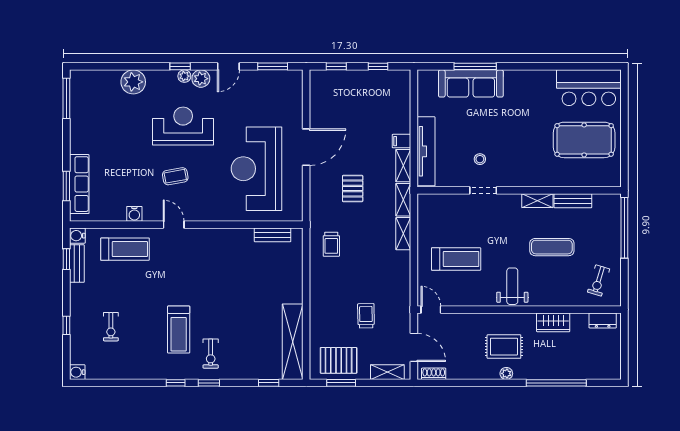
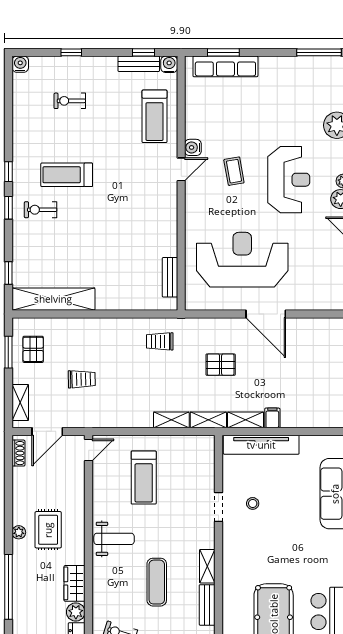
water cooler: (134, 214) -> (193, 147), moved
plant: (579, 321) -> (76, 612), added
pallet: (339, 360) -> (33, 349), width x0.67, depth x0.71

